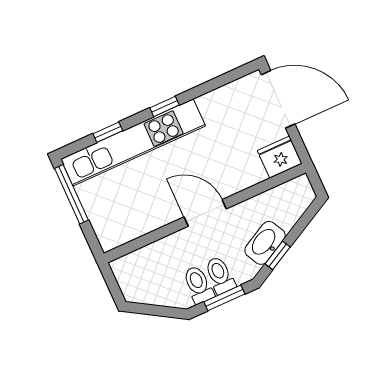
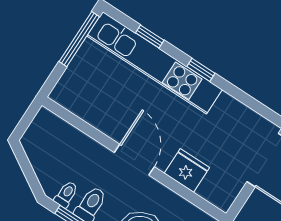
fridge: (280, 157) -> (187, 170), moved
toilet: (198, 285) -> (66, 194), width x0.73, depth x0.72

